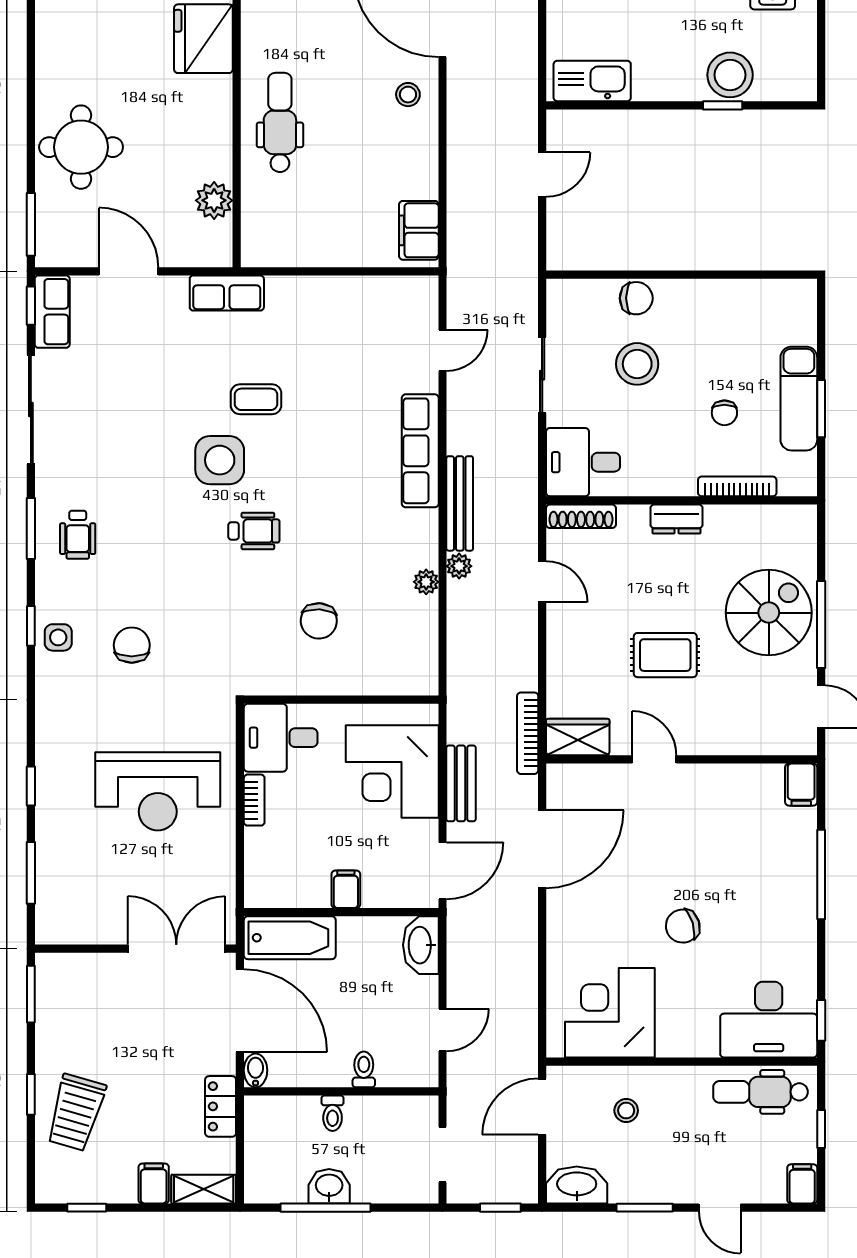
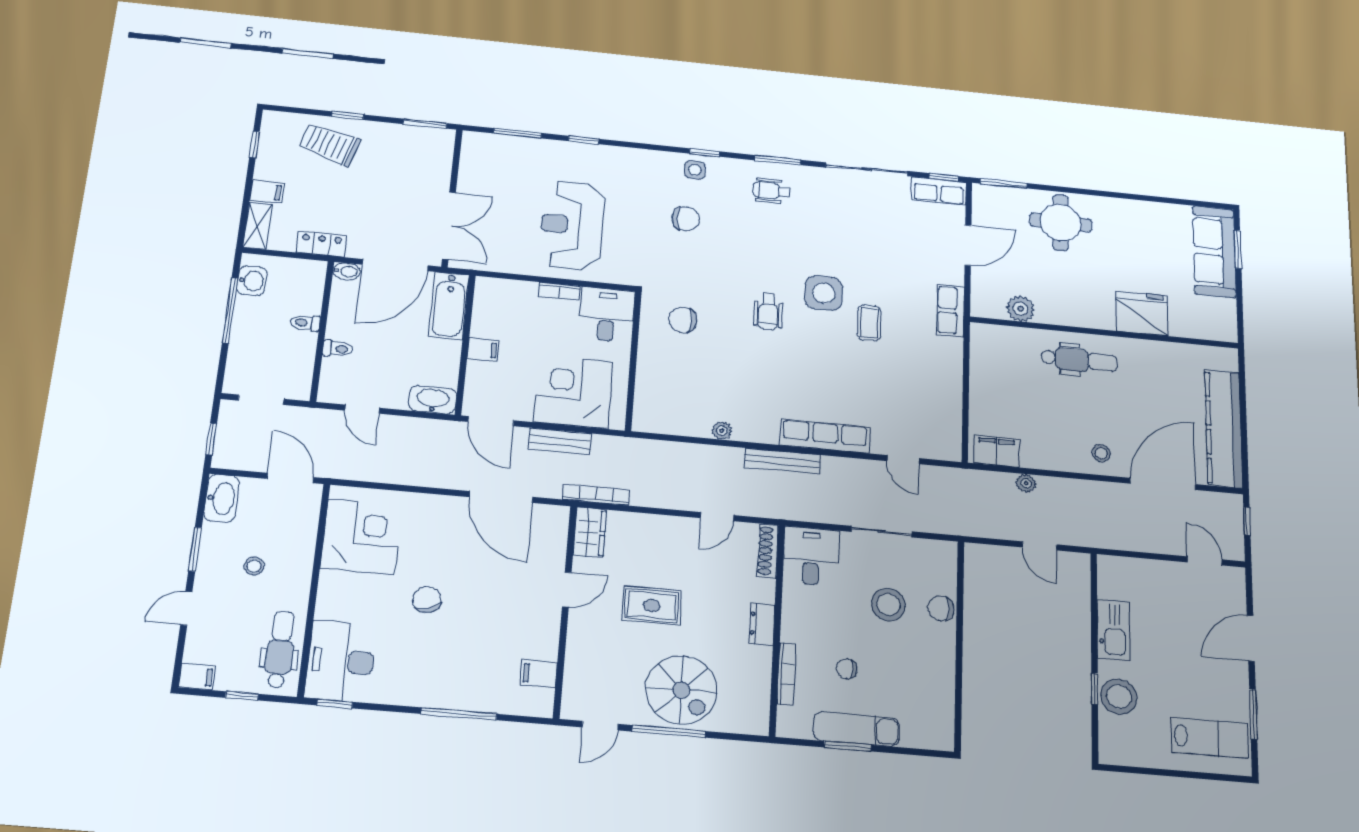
kitchen sink: (592, 81) -> (1113, 630), moved
chair: (636, 298) -> (941, 608), turned 90
plant: (459, 566) -> (1026, 483), moved
chair: (319, 621) -> (683, 320), moved
rug: (665, 655) -> (652, 606), turned 90
filing cabinet: (801, 785) -> (539, 674), moved
stool: (626, 1110) -> (254, 566), moved
washbasin: (329, 1186) -> (252, 281), moved

